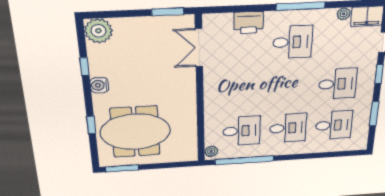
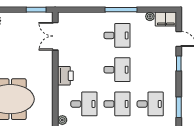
printer: (249, 23) -> (65, 76), moved, turned -90
desk: (338, 84) -> (117, 70), moved
window: (374, 114) -> (179, 107), moved

